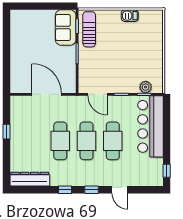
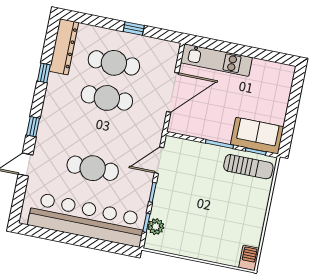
barbecue: (130, 16) -> (249, 258), moved
kitchen unit: (17, 68) -> (216, 60), added
bar counter: (150, 126) -> (87, 220), width x1.36
cafe table: (87, 141) -> (114, 63), moved
window: (167, 171) -> (38, 232), removed
window: (65, 190) -> (44, 73), moved

